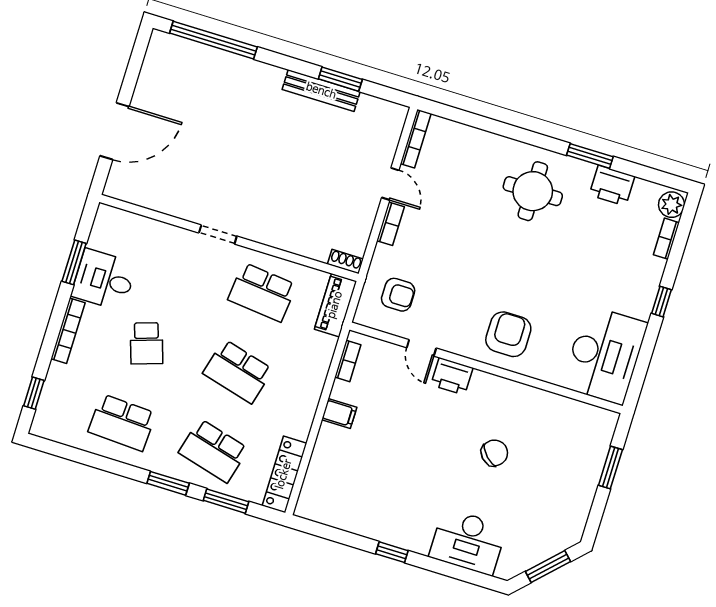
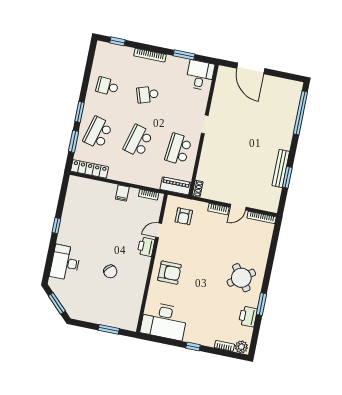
round table: (533, 191) -> (241, 278), turned -36
desk: (104, 280) -> (200, 75), moved
school desk: (122, 423) -> (107, 86), width x0.54

